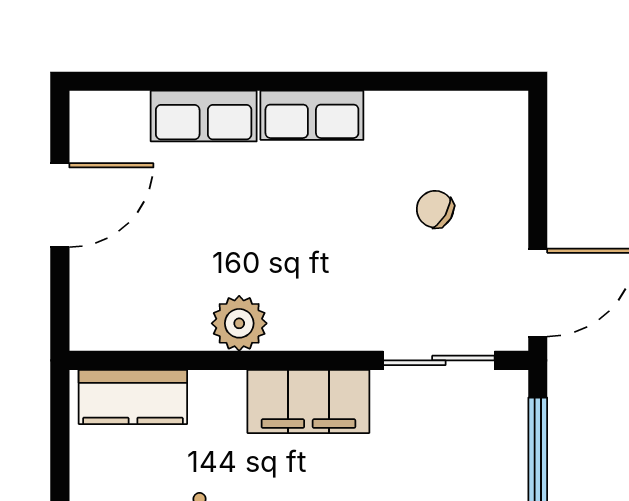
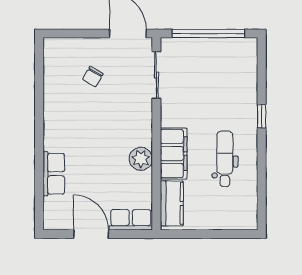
row of seats: (312, 115) -> (131, 220), moved, turned -90
filing cabinet: (308, 401) -> (174, 154), moved

